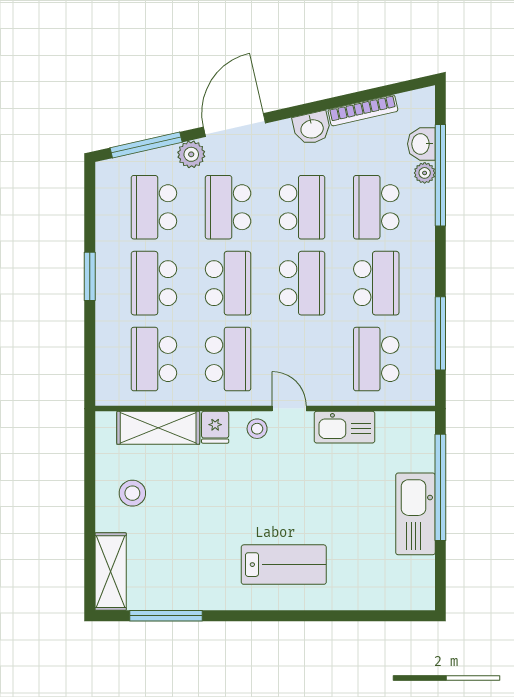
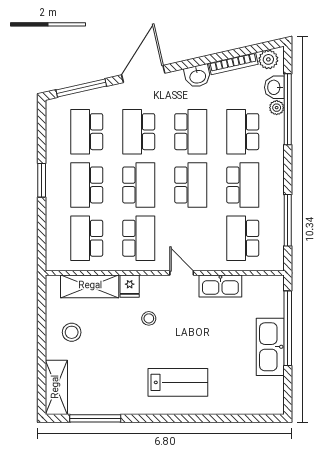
plant: (191, 154) -> (268, 59), moved
stool: (257, 429) -> (149, 318), moved

